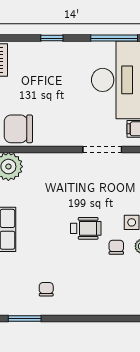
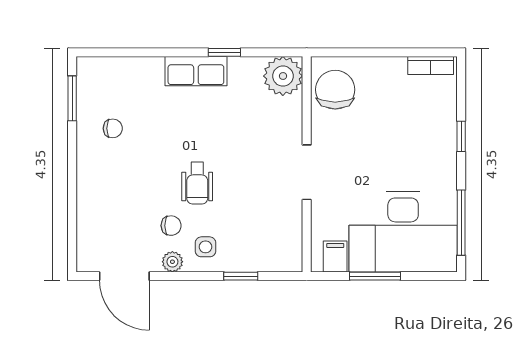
doorway: (102, 149) -> (307, 172), moved

